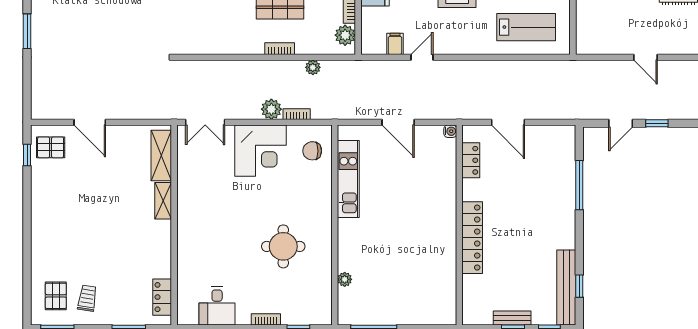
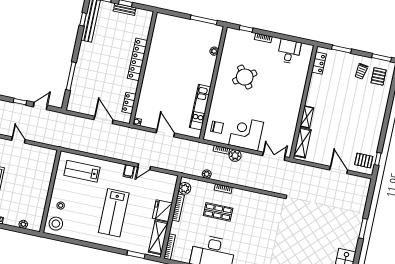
filing cabinet: (395, 44) -> (129, 171), moved
round table: (283, 246) -> (245, 77), turned -35

